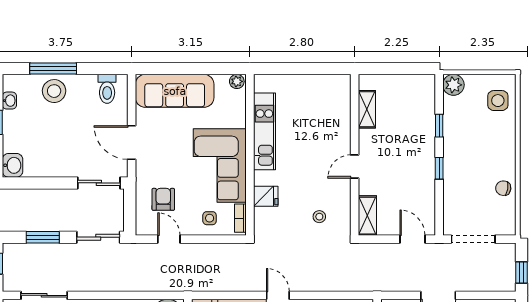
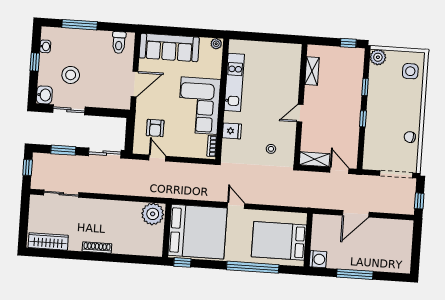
window: (413, 69) -> (348, 43), added
stool: (54, 91) -> (71, 75), moved
door: (132, 143) -> (135, 84), swing flipped
sliding door: (99, 183) -> (69, 110), moved
armchair: (163, 199) -> (155, 128), turned 180
shelving: (367, 216) -> (315, 159), moved, turned 90
side table: (210, 218) -> (189, 144), removed
doorway: (473, 239) -> (396, 174), moved

